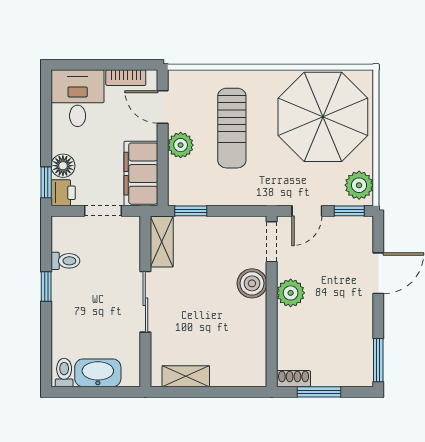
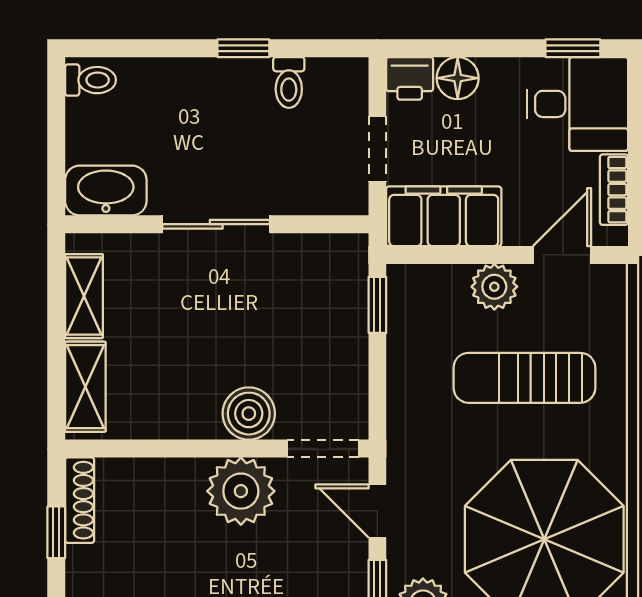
window: (46, 182) -> (573, 48), moved
shelving: (162, 242) -> (85, 387), moved, turned 90
plant: (291, 293) -> (241, 491), width x1.36, depth x1.36
washbasin: (98, 373) -> (106, 190), moved, turned -90
shoe rack: (294, 379) -> (80, 500), width x1.43
window: (319, 392) -> (56, 532), width x0.67

